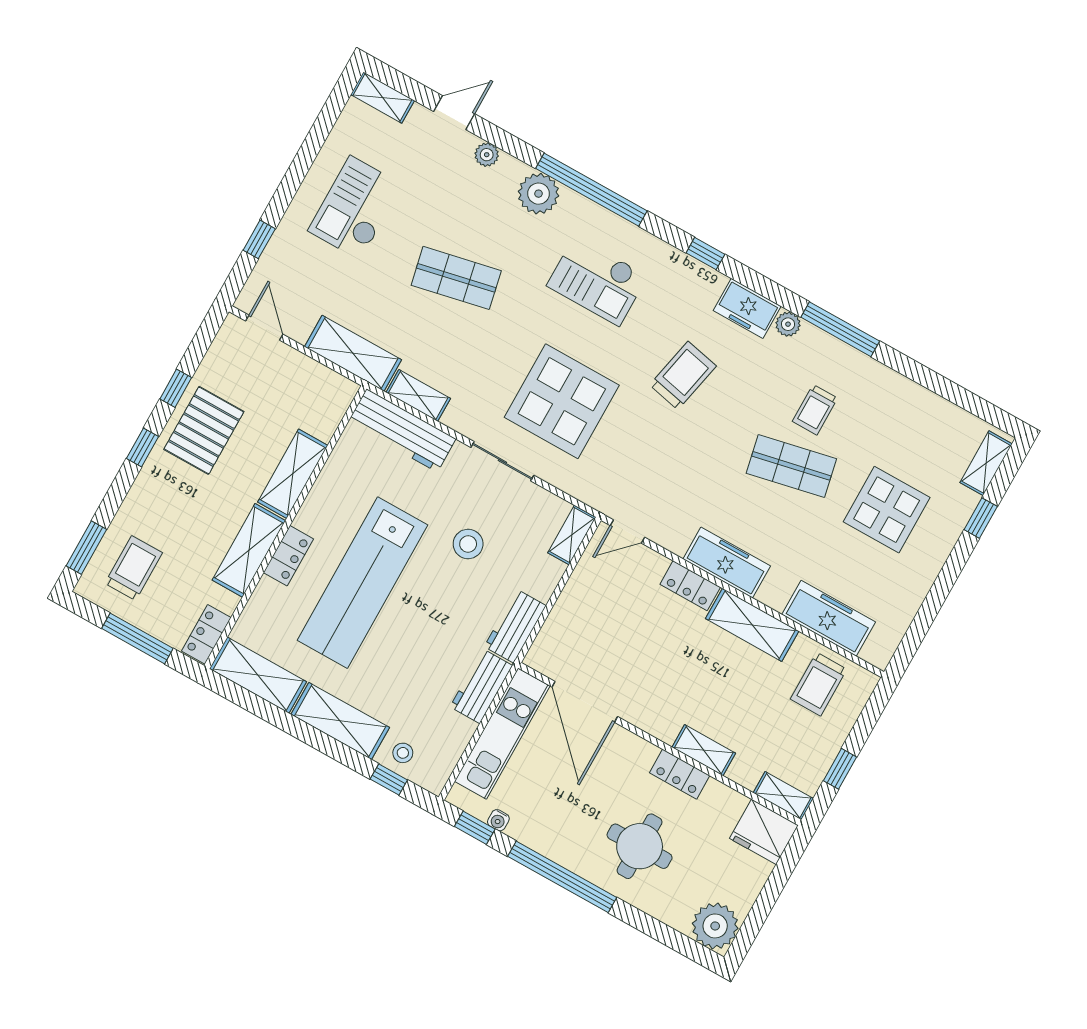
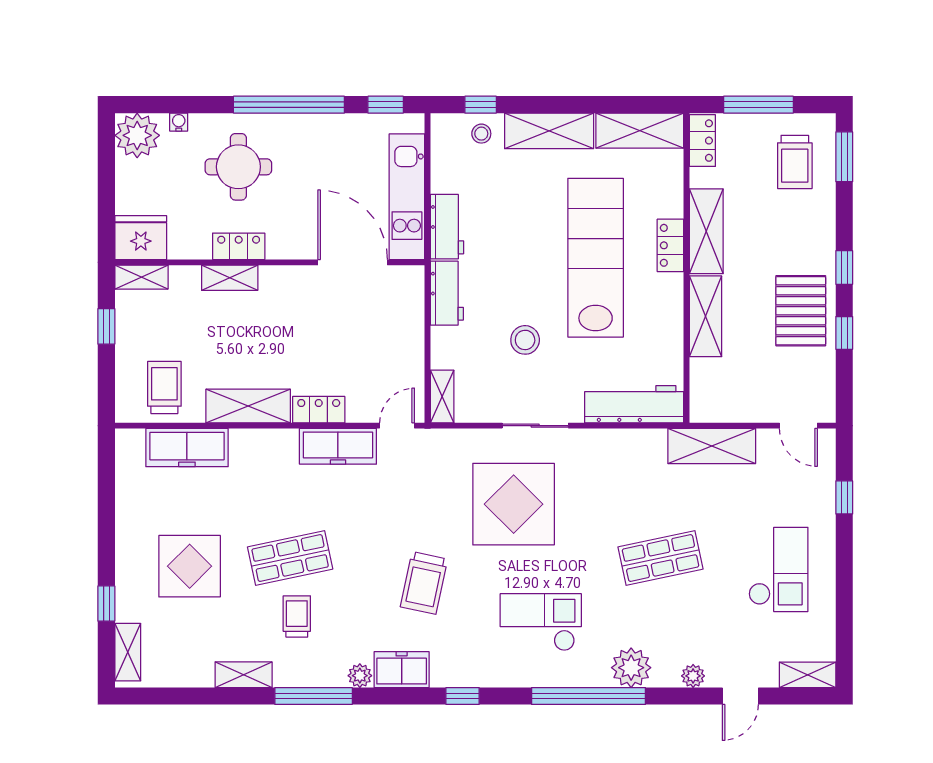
shelving: (418, 395) -> (244, 675), moved
freezer: (727, 563) -> (338, 446), moved
water cooler: (498, 820) -> (179, 122), moved

